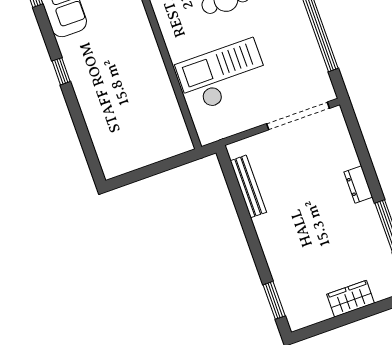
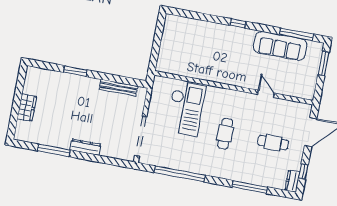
dresser: (358, 185) -> (85, 147), width x1.44
window: (274, 300) -> (75, 71), moved

